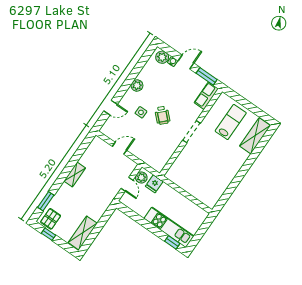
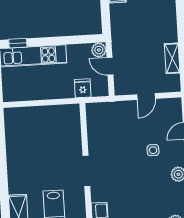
wheelchair: (162, 115) -> (129, 164), removed
shelving: (75, 175) -> (172, 58), moved
plant: (141, 177) -> (99, 50), moved

